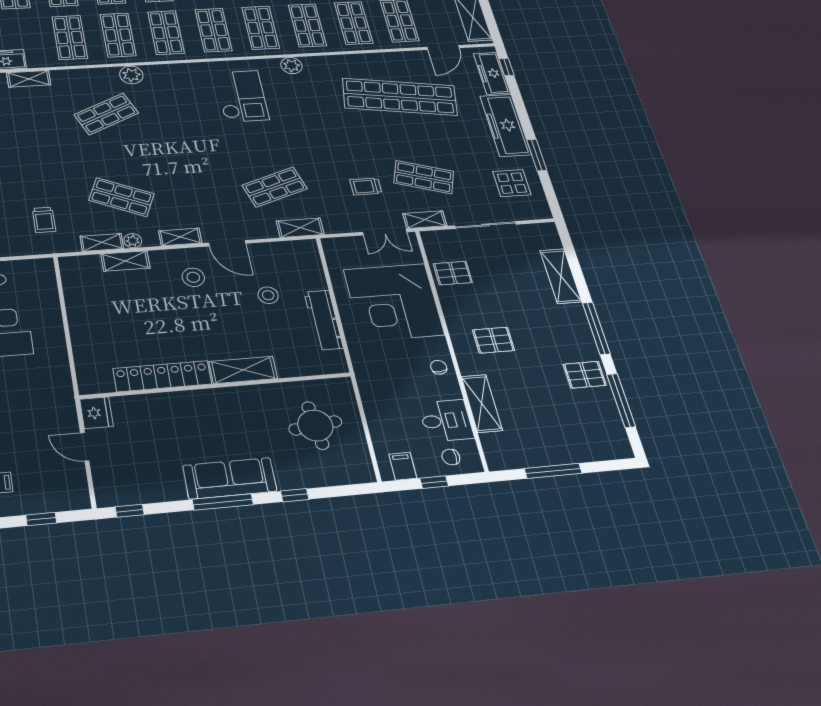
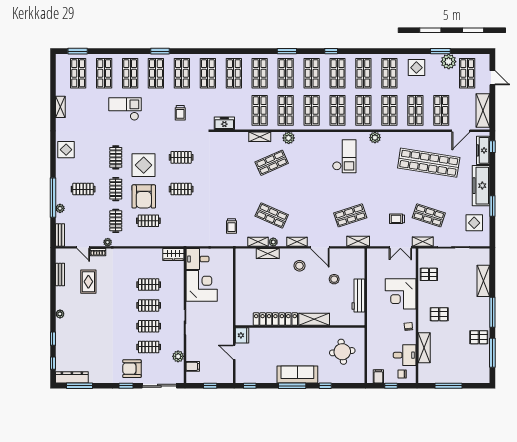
shelving: (29, 79) -> (260, 137), moved
corner desk: (394, 302) -> (401, 294), width x0.74, depth x0.74

